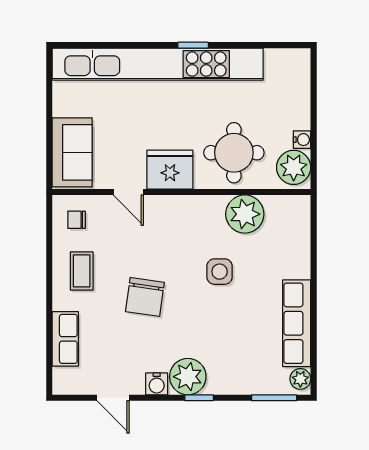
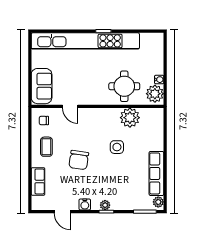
fridge: (170, 170) -> (92, 95), removed
plant: (188, 377) -> (105, 205), width x0.53, depth x0.53

